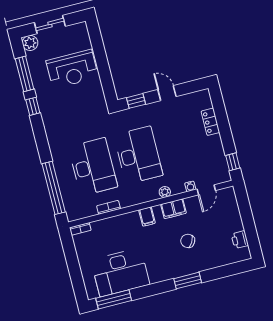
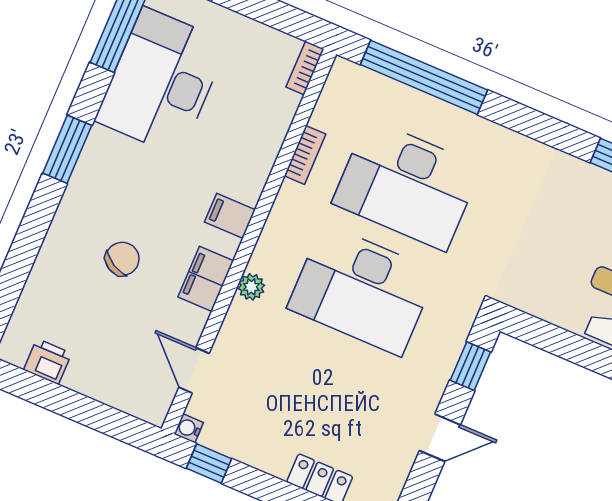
water cooler: (190, 186) -> (189, 428), moved
window: (188, 281) -> (67, 149), moved

